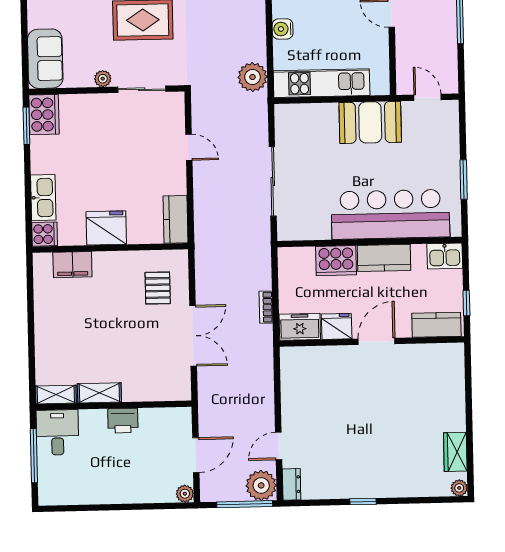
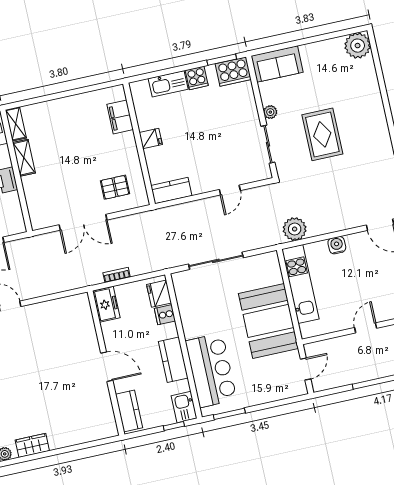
booth: (370, 122) -> (268, 321), width x1.36, depth x1.42
window: (464, 180) -> (229, 414), moved
bar counter: (390, 214) -> (211, 370), width x0.73
fridge: (106, 228) -> (151, 139), width x0.53, depth x0.75
cooker: (45, 234) -> (197, 78), moved
cooker: (336, 261) -> (165, 315), width x0.53, depth x0.76
window: (466, 303) -> (174, 426), moved
fridge: (337, 326) -> (159, 294), moved, turned 180

